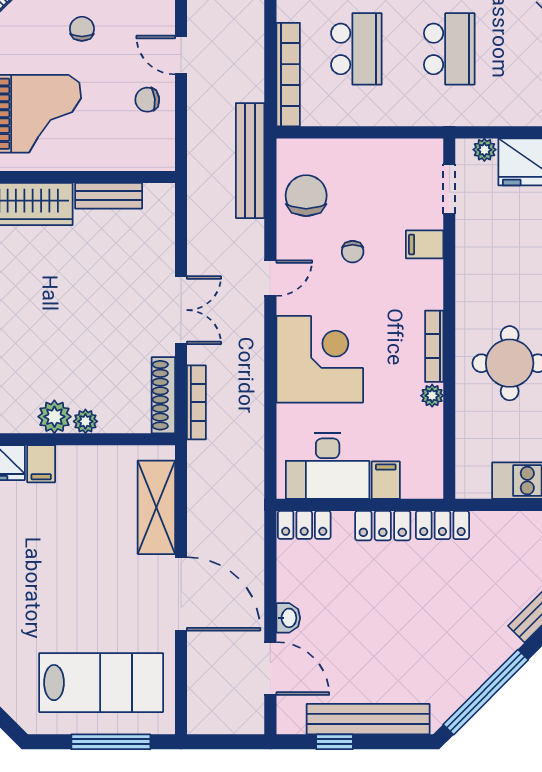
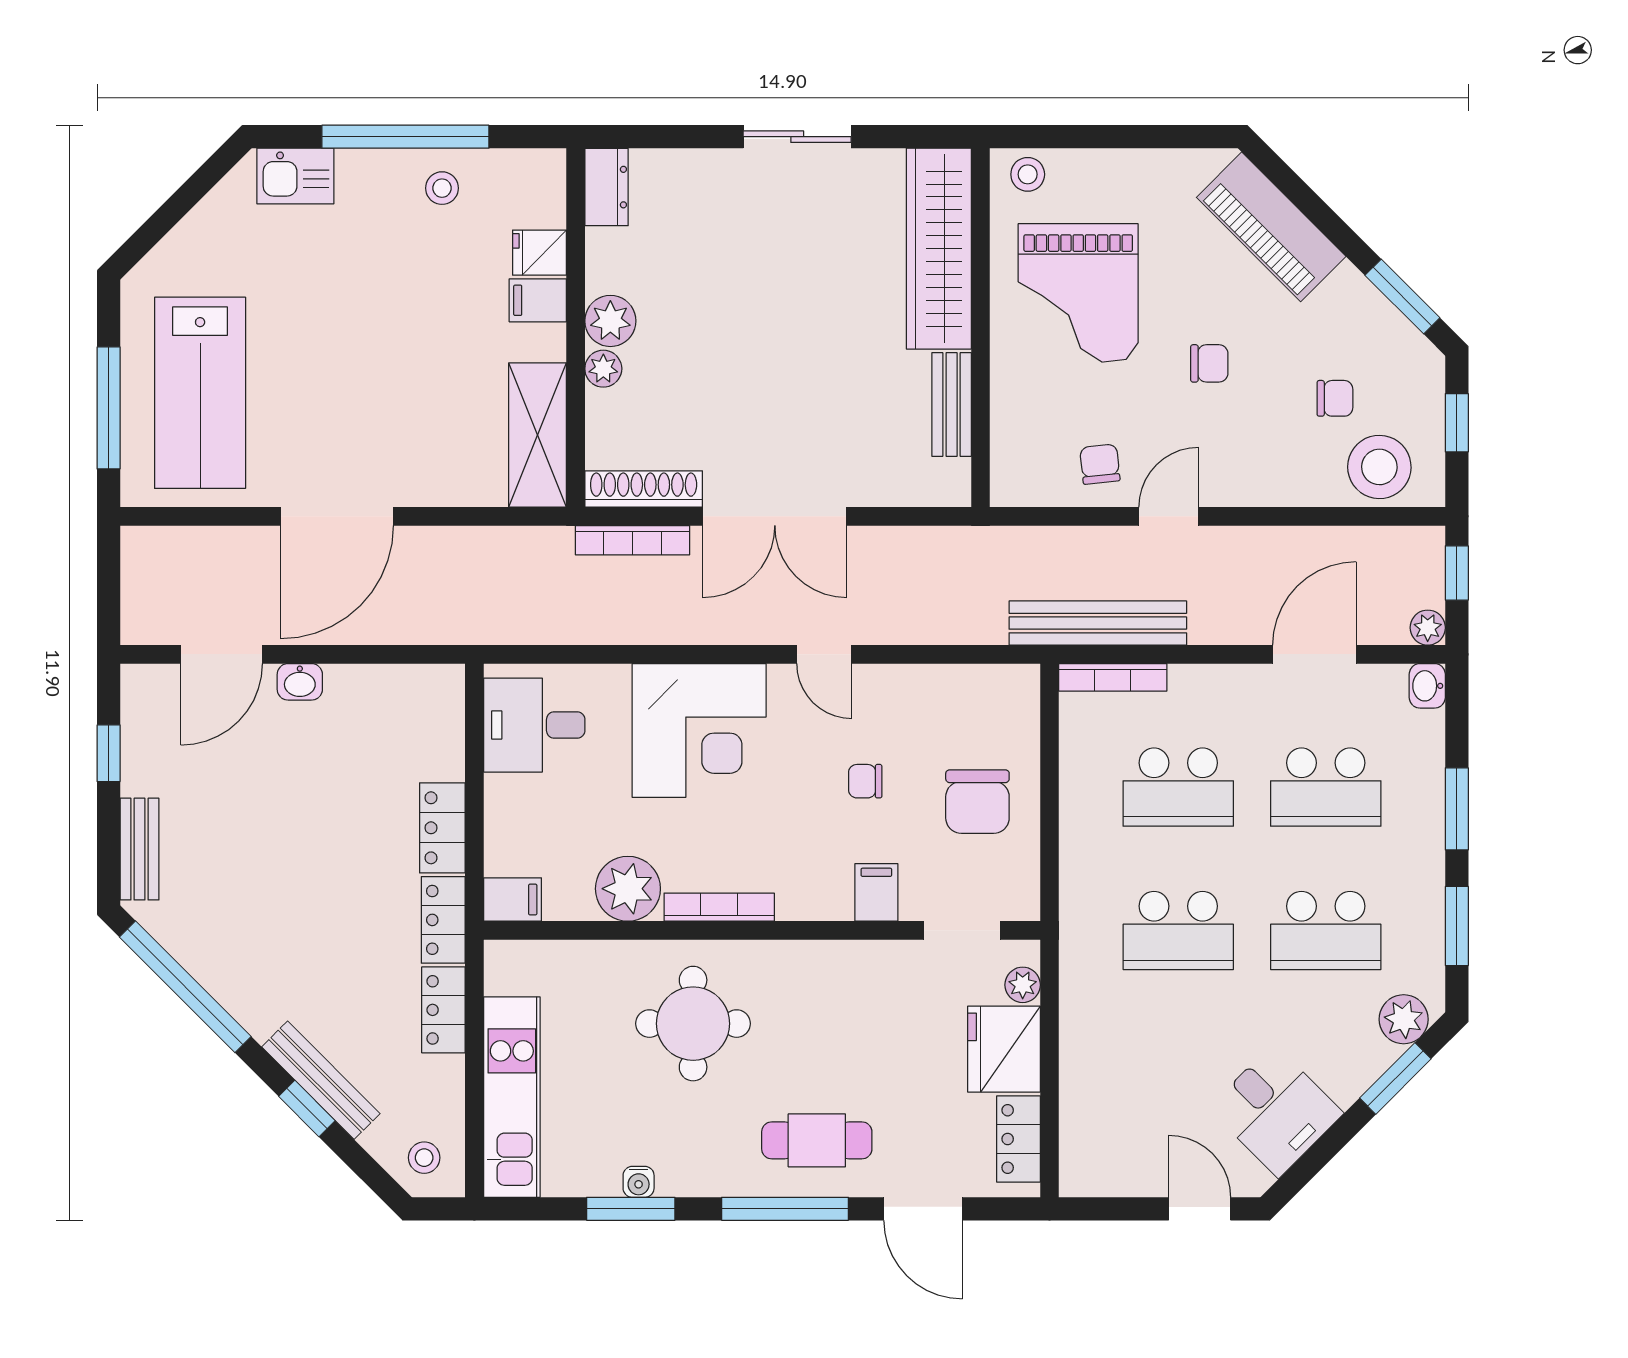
bookcase: (288, 75) -> (1113, 677), width x0.68, depth x0.76
bench: (250, 161) -> (1098, 623), moved
chair: (306, 196) -> (977, 802), moved, turned 90
double door: (181, 310) -> (775, 516), width x1.37
plant: (432, 396) -> (628, 889), width x1.88, depth x1.88
desk: (328, 466) -> (534, 725), width x0.73
filing cabinet: (386, 480) -> (512, 900), moved
shelving: (156, 507) -> (538, 435), moved, turned 90
locker: (304, 525) -> (443, 1010), moved
bench: (368, 719) -> (139, 849), width x0.54, depth x0.82

